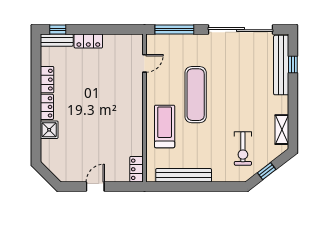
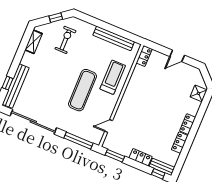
window: (121, 30) -> (115, 156), added
treadmill: (165, 126) -> (113, 77), turned 180
shower: (49, 130) -> (199, 93), moved

